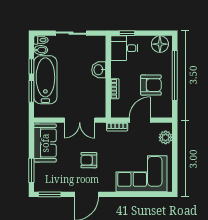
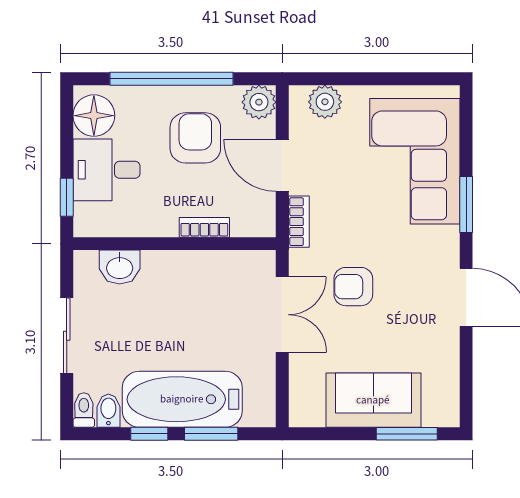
desk: (124, 48) -> (106, 170), moved, turned 90
washbasin: (99, 70) -> (120, 267), moved
plant: (165, 111) -> (259, 102), added
sofa: (45, 143) -> (373, 400), moved
armchair: (89, 160) -> (353, 287), moved, turned 90
window: (50, 194) -> (466, 204), moved

